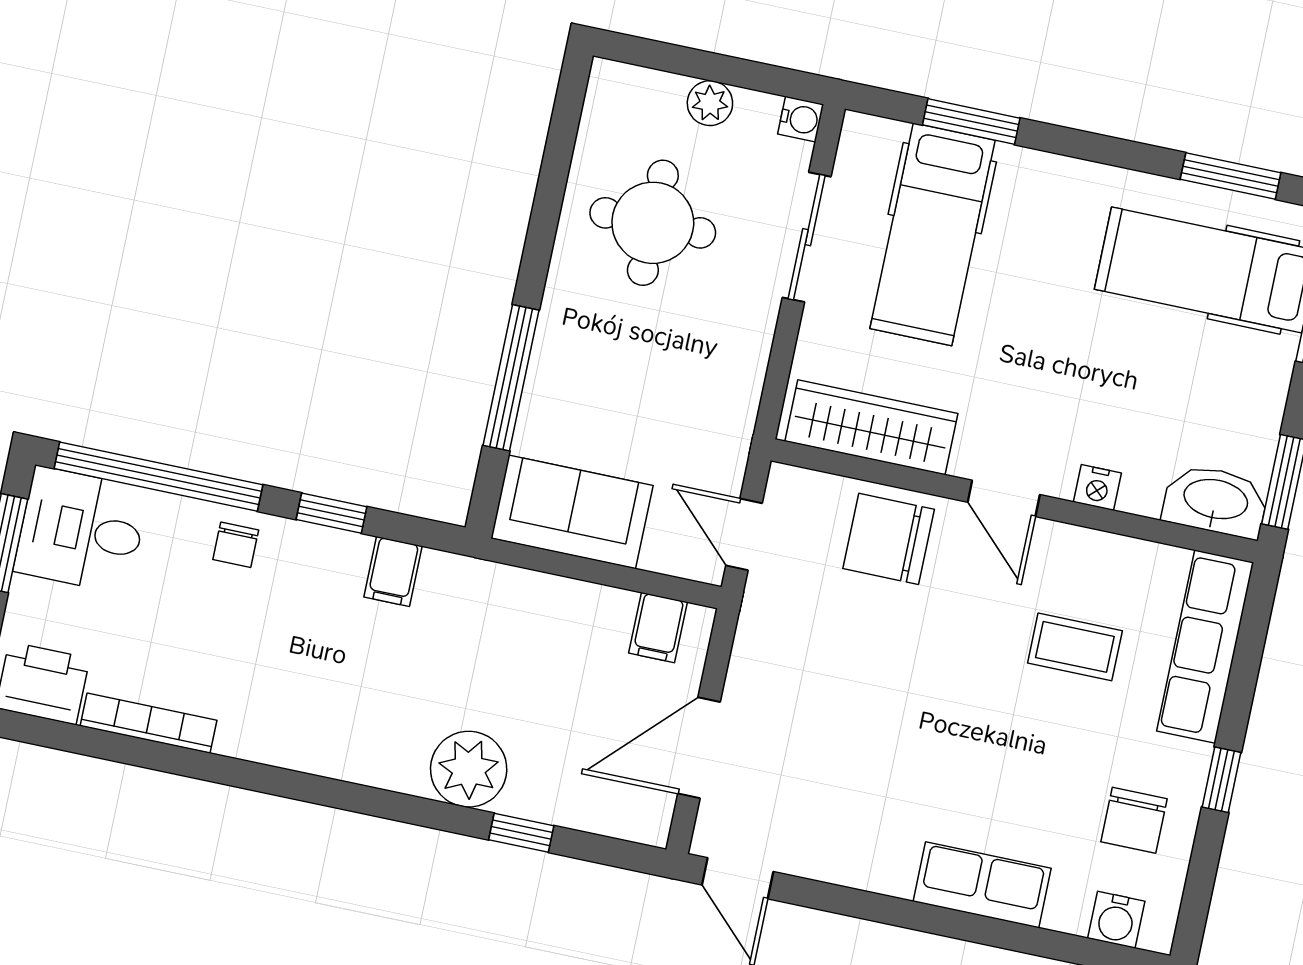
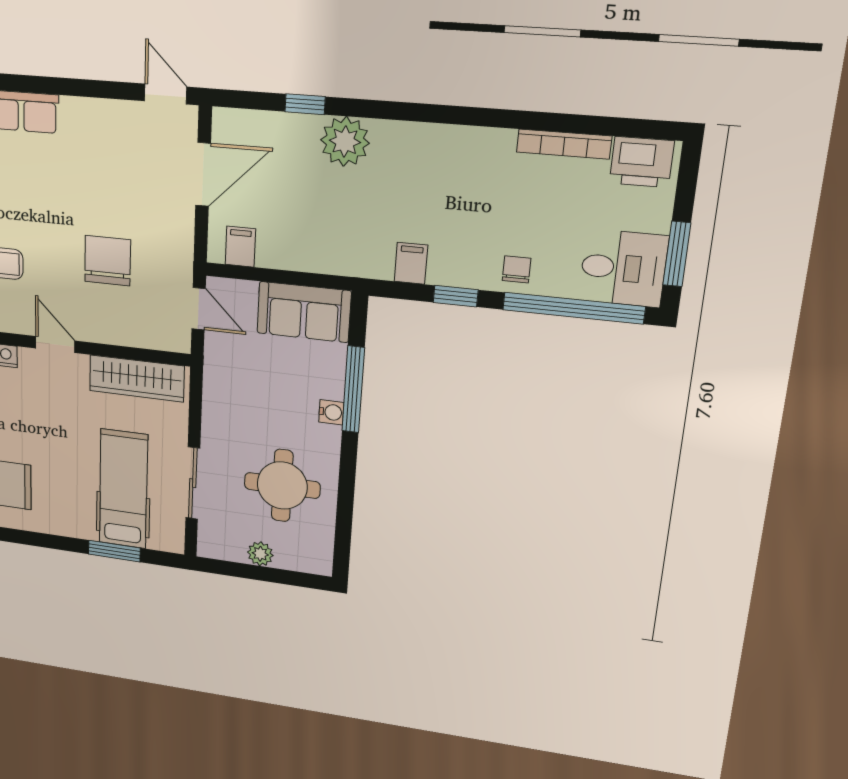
water cooler: (801, 119) -> (331, 412), moved, turned 180
chair: (889, 539) -> (108, 261), moved, turned -90

